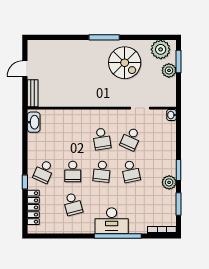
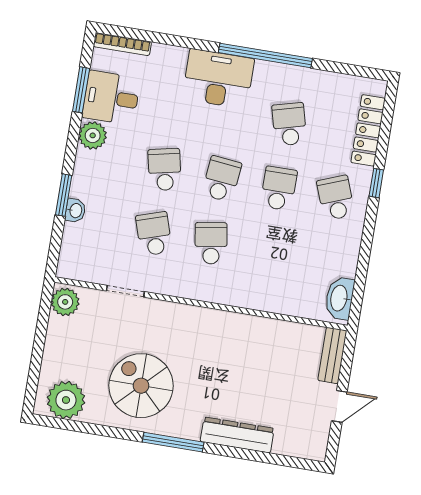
dresser: (73, 46) -> (237, 435), added
window: (179, 61) -> (35, 371), removed
plant: (169, 70) -> (65, 302), moved
washbasin: (171, 115) -> (75, 211), moved
school desk: (131, 139) -> (154, 234), turned -42
window: (179, 170) -> (64, 195), moved
school desk: (44, 171) -> (336, 198), turned -45
desk: (163, 203) -> (111, 98), added
window: (118, 236) -> (265, 56), moved

